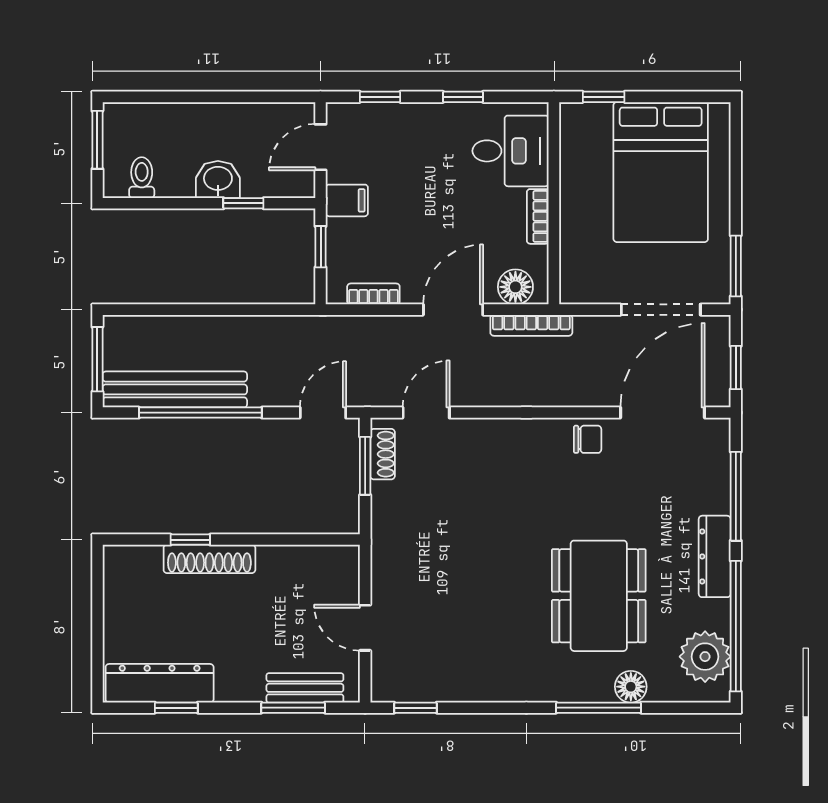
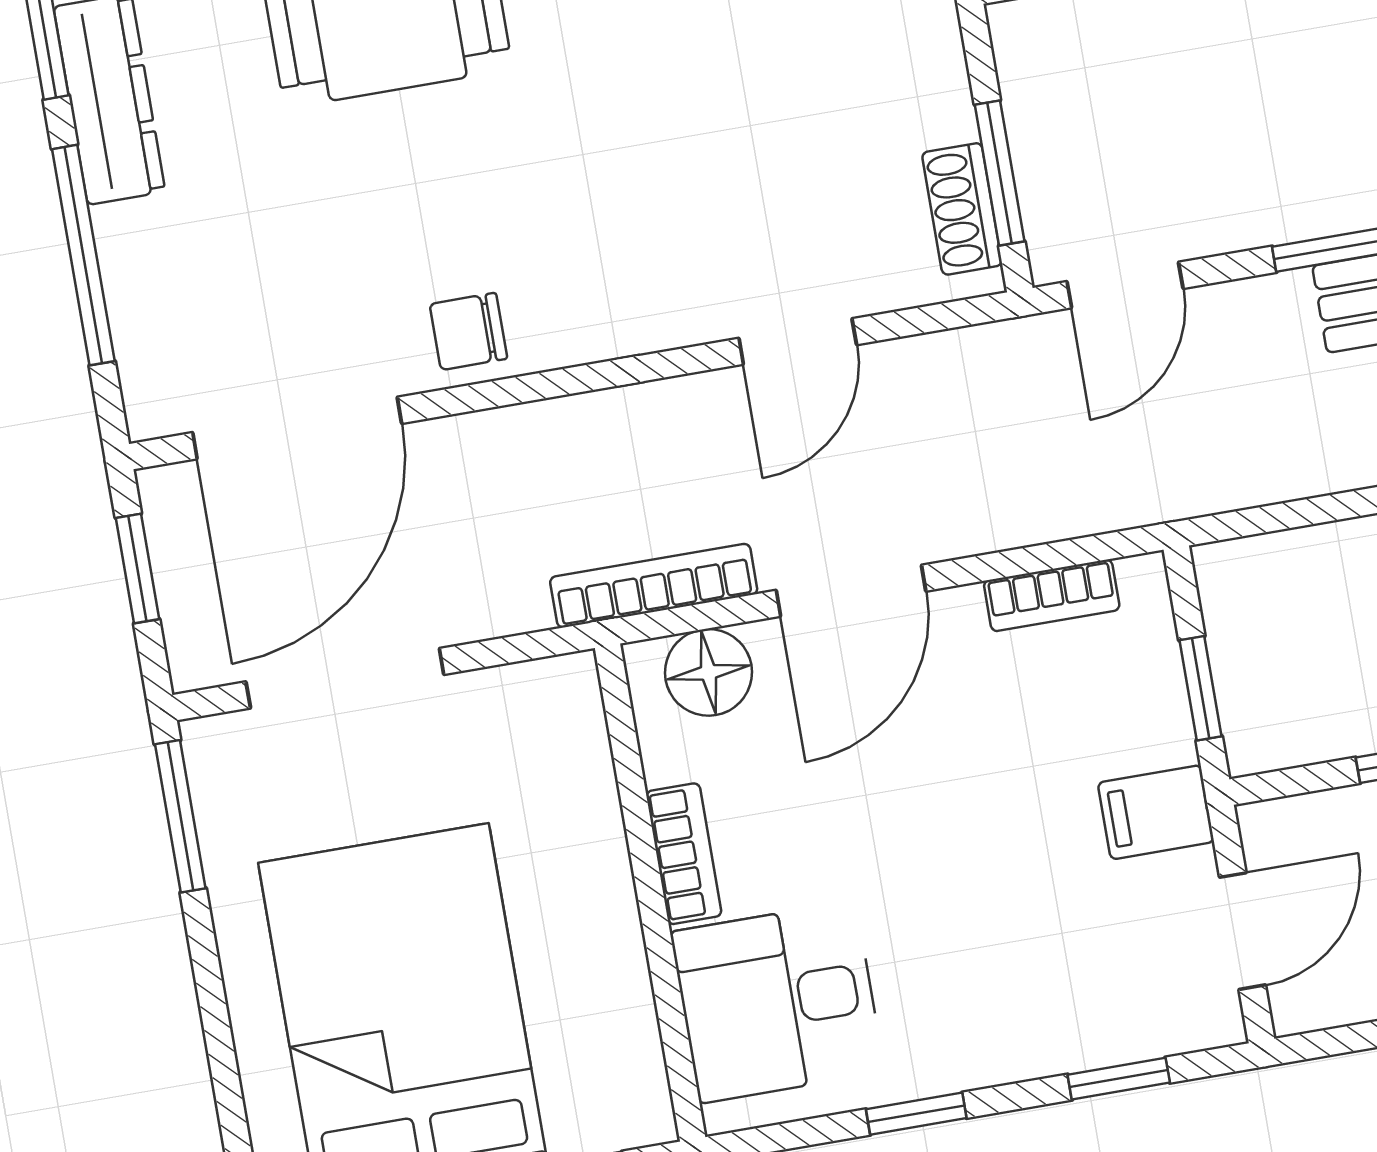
door: (426, 413) -> (798, 342), moved

